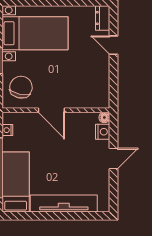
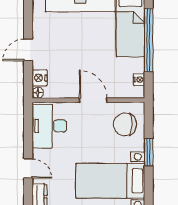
desk: (93, 86) -> (49, 126), added
chair: (21, 87) -> (125, 124), turned 77

